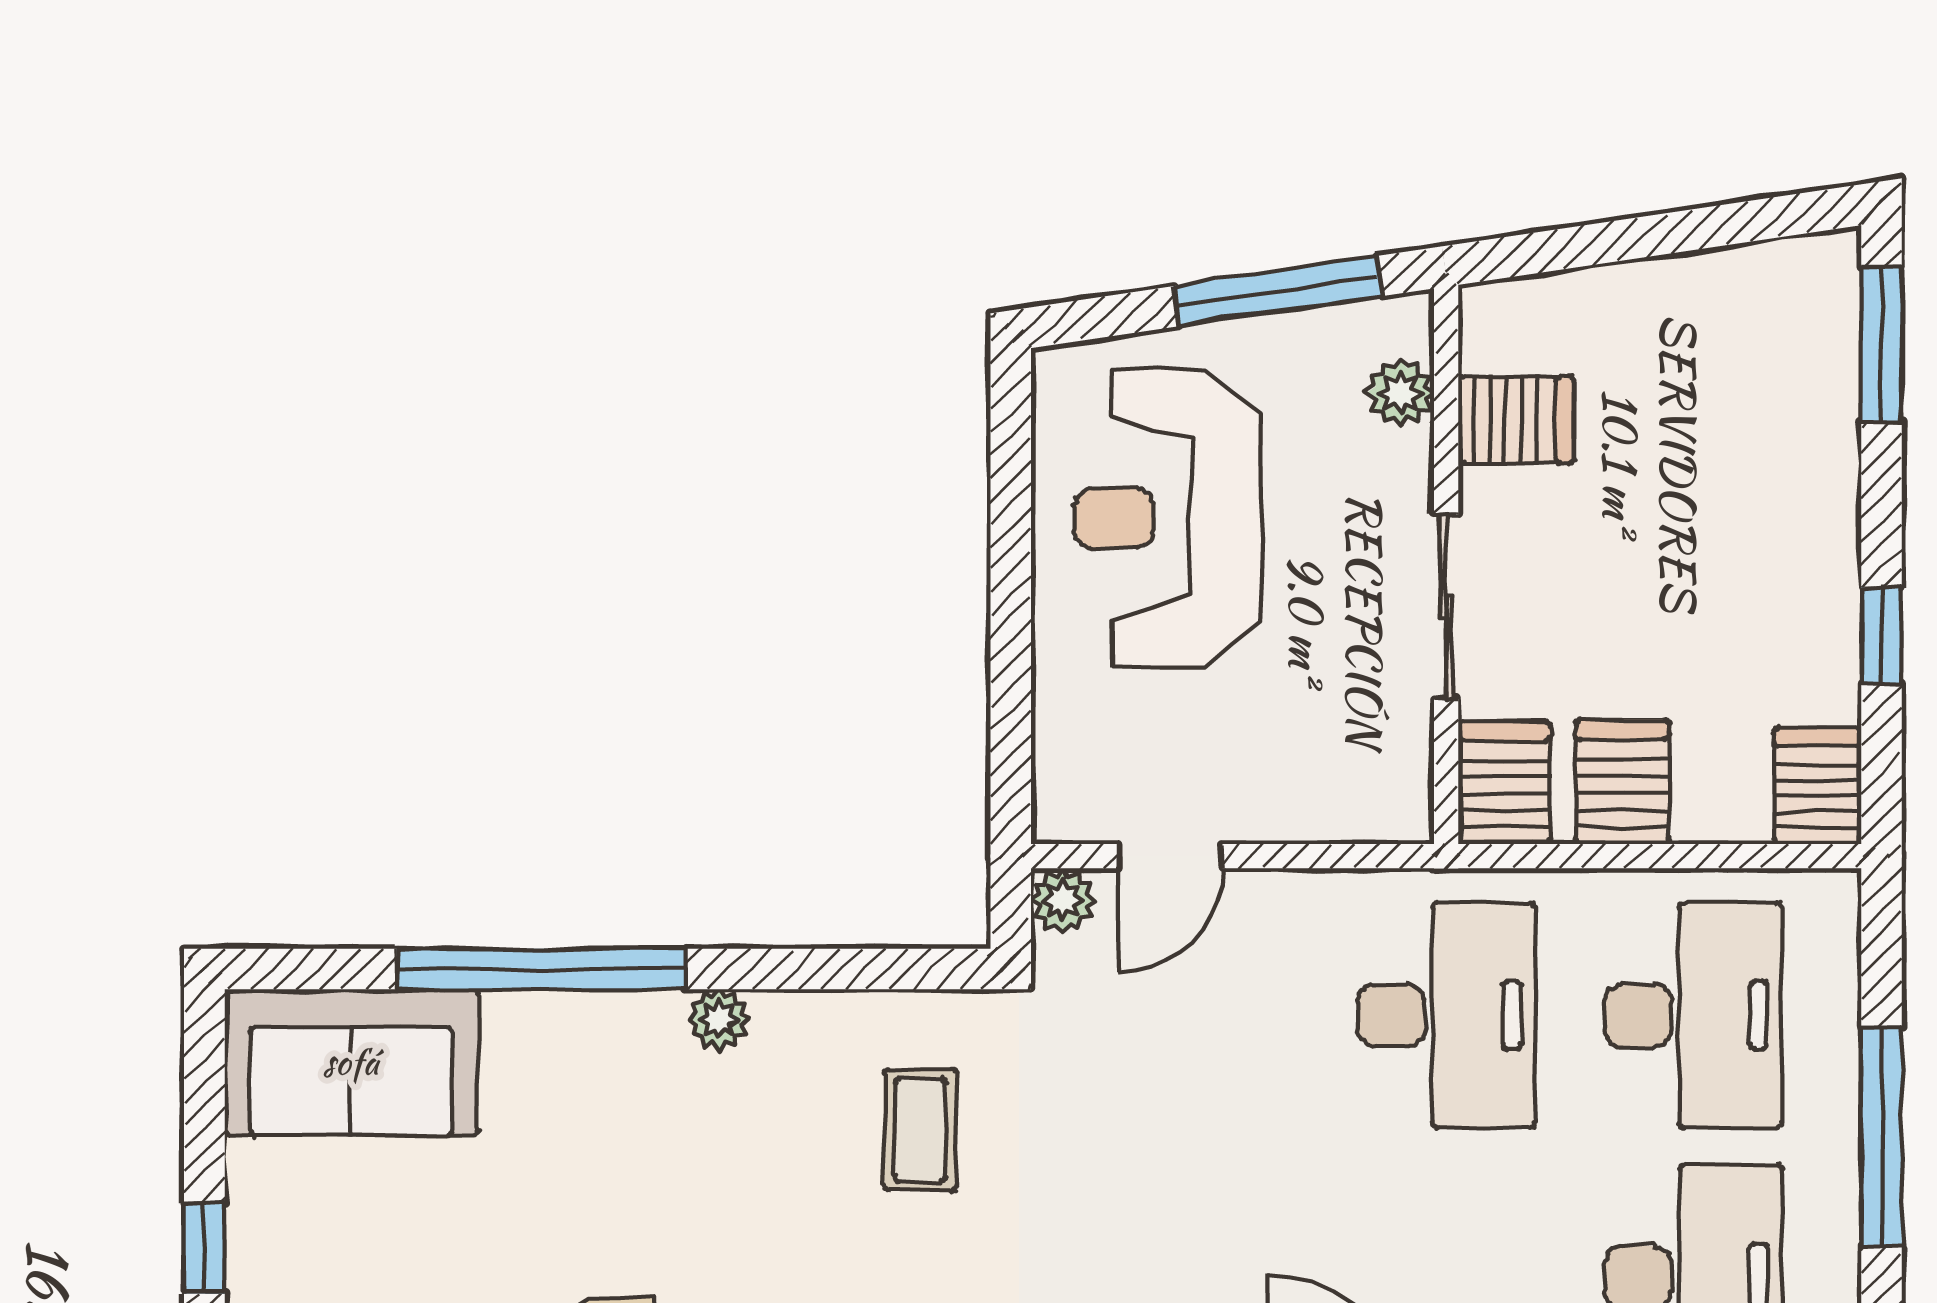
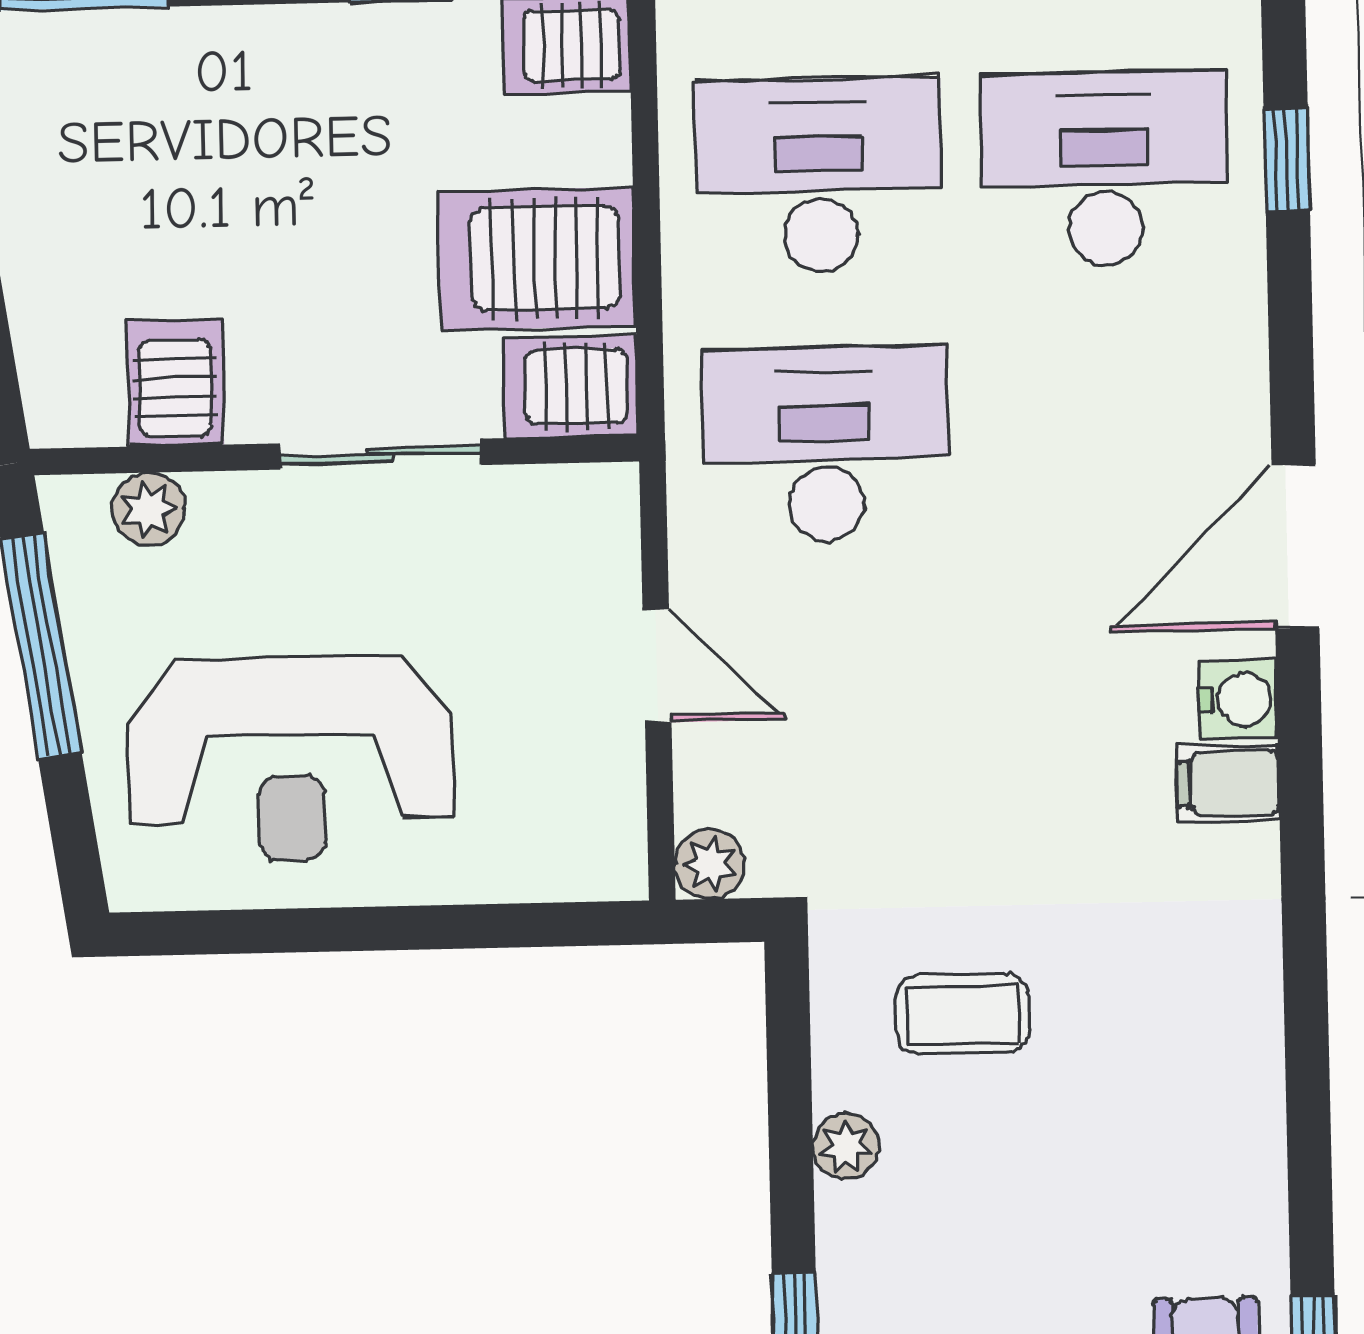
server rack: (1622, 782) -> (537, 259), width x1.36, depth x1.44
door: (1171, 856) -> (657, 666), moved
plant: (719, 1019) -> (846, 1147), moved

